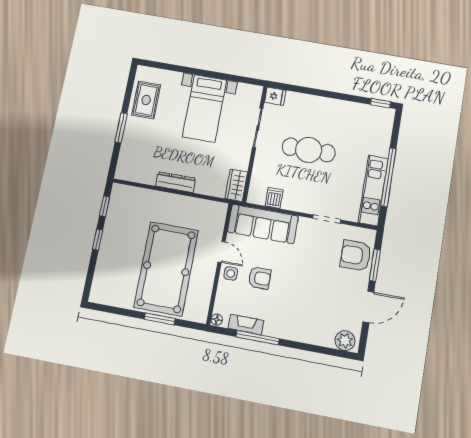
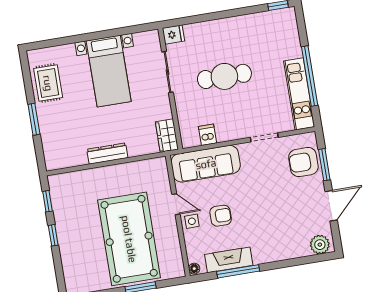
fireplace: (246, 324) -> (229, 260), width x1.37, depth x1.32

